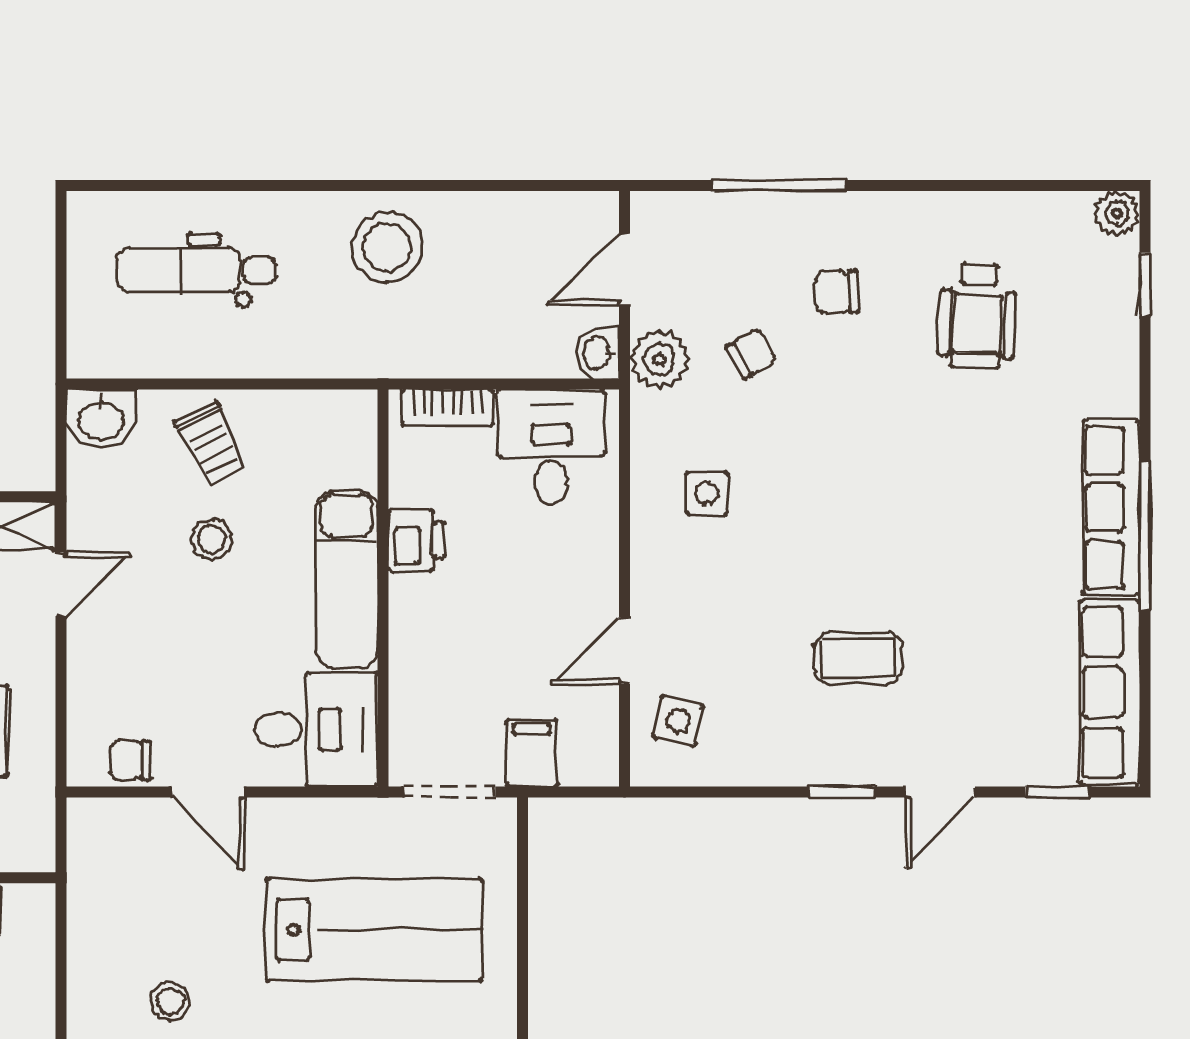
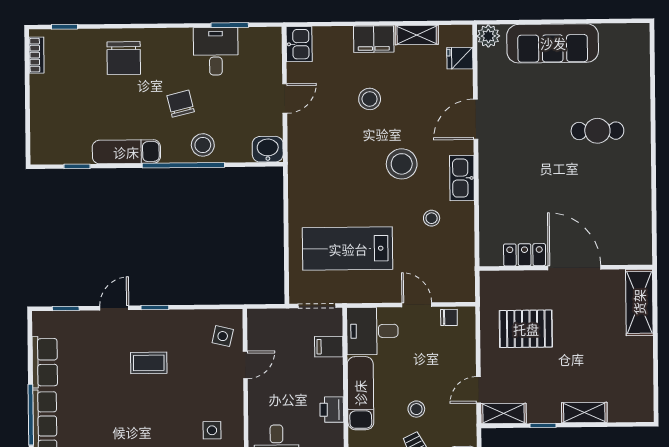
row of seats: (1110, 692) -> (45, 362), width x0.68
filing cabinet: (532, 753) -> (329, 347), moved, turned 90

